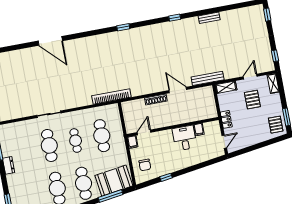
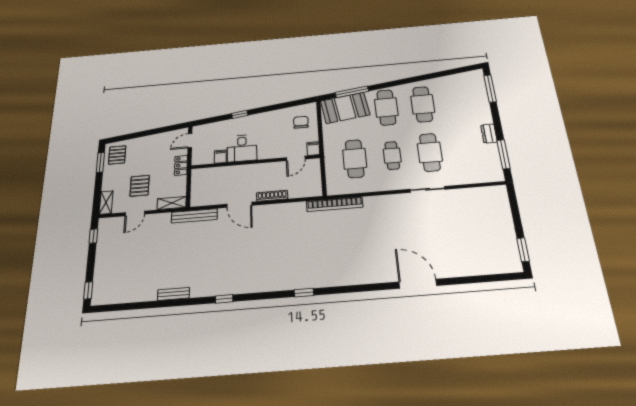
window: (166, 177) -> (240, 114), moved

